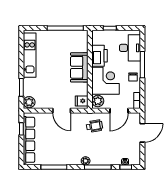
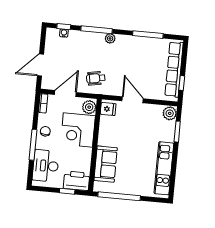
printer: (100, 56) -> (77, 181), moved, turned 90
sofa: (79, 67) -> (106, 164), moved

